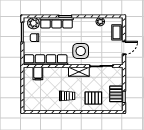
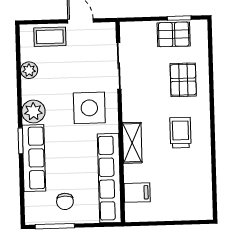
plant: (33, 23) -> (33, 111), moved
shelving: (79, 72) -> (132, 143), moved

